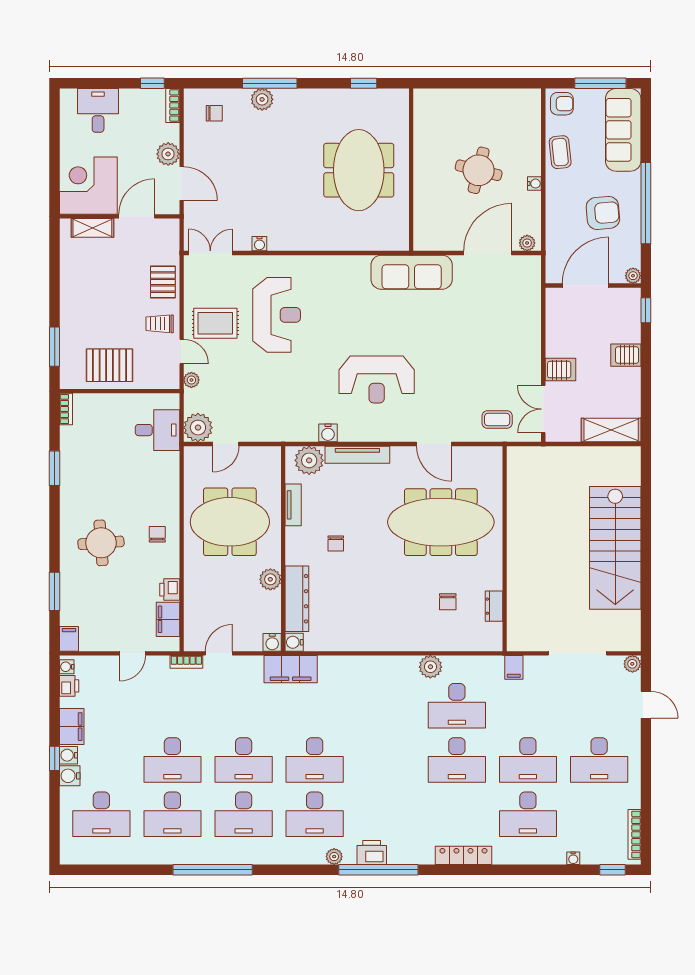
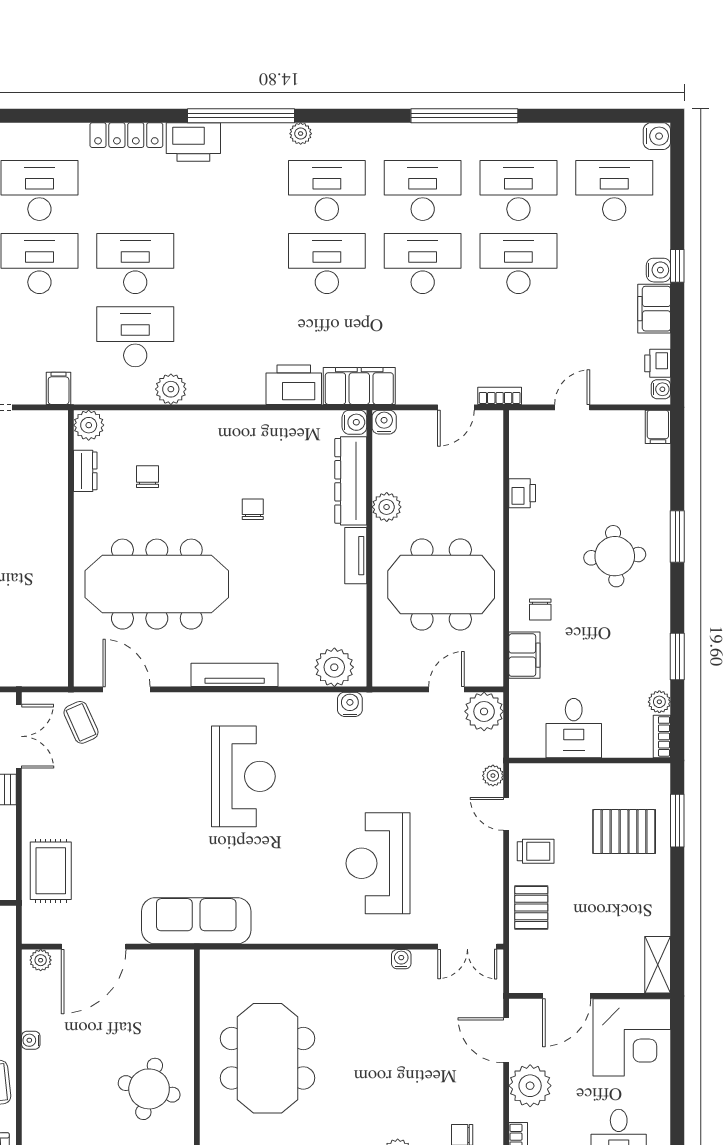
plant: (168, 154) -> (530, 1086), width x1.36, depth x1.36
round table: (479, 170) -> (149, 1089), moved
shelving: (92, 228) -> (658, 965), moved, turned 90
rug: (215, 323) -> (51, 871), moved, turned 90
pallet: (109, 365) -> (624, 832), moved
reception desk: (377, 379) -> (243, 776), turned 90
coffee table: (497, 419) -> (81, 722), turned 66
desk: (157, 430) -> (574, 728), moved, turned -90
water cooler: (328, 433) -> (350, 704), moved
plant: (68, 435) -> (659, 702), added
door: (434, 444) -> (126, 689), moved
tv unit: (357, 455) -> (235, 675), moved
tv unit: (293, 505) -> (356, 556), moved
chair: (157, 534) -> (540, 610), moved
chair: (336, 543) -> (253, 509), moved
window: (55, 591) -> (677, 536), moved
filing cabinet: (168, 619) -> (524, 655), moved
plant: (491, 640) -> (89, 425), added
printer: (339, 670) -> (294, 385), added
water cooler: (70, 776) -> (657, 136), moved
printer: (372, 853) -> (193, 142), moved, width x1.37, depth x1.19

